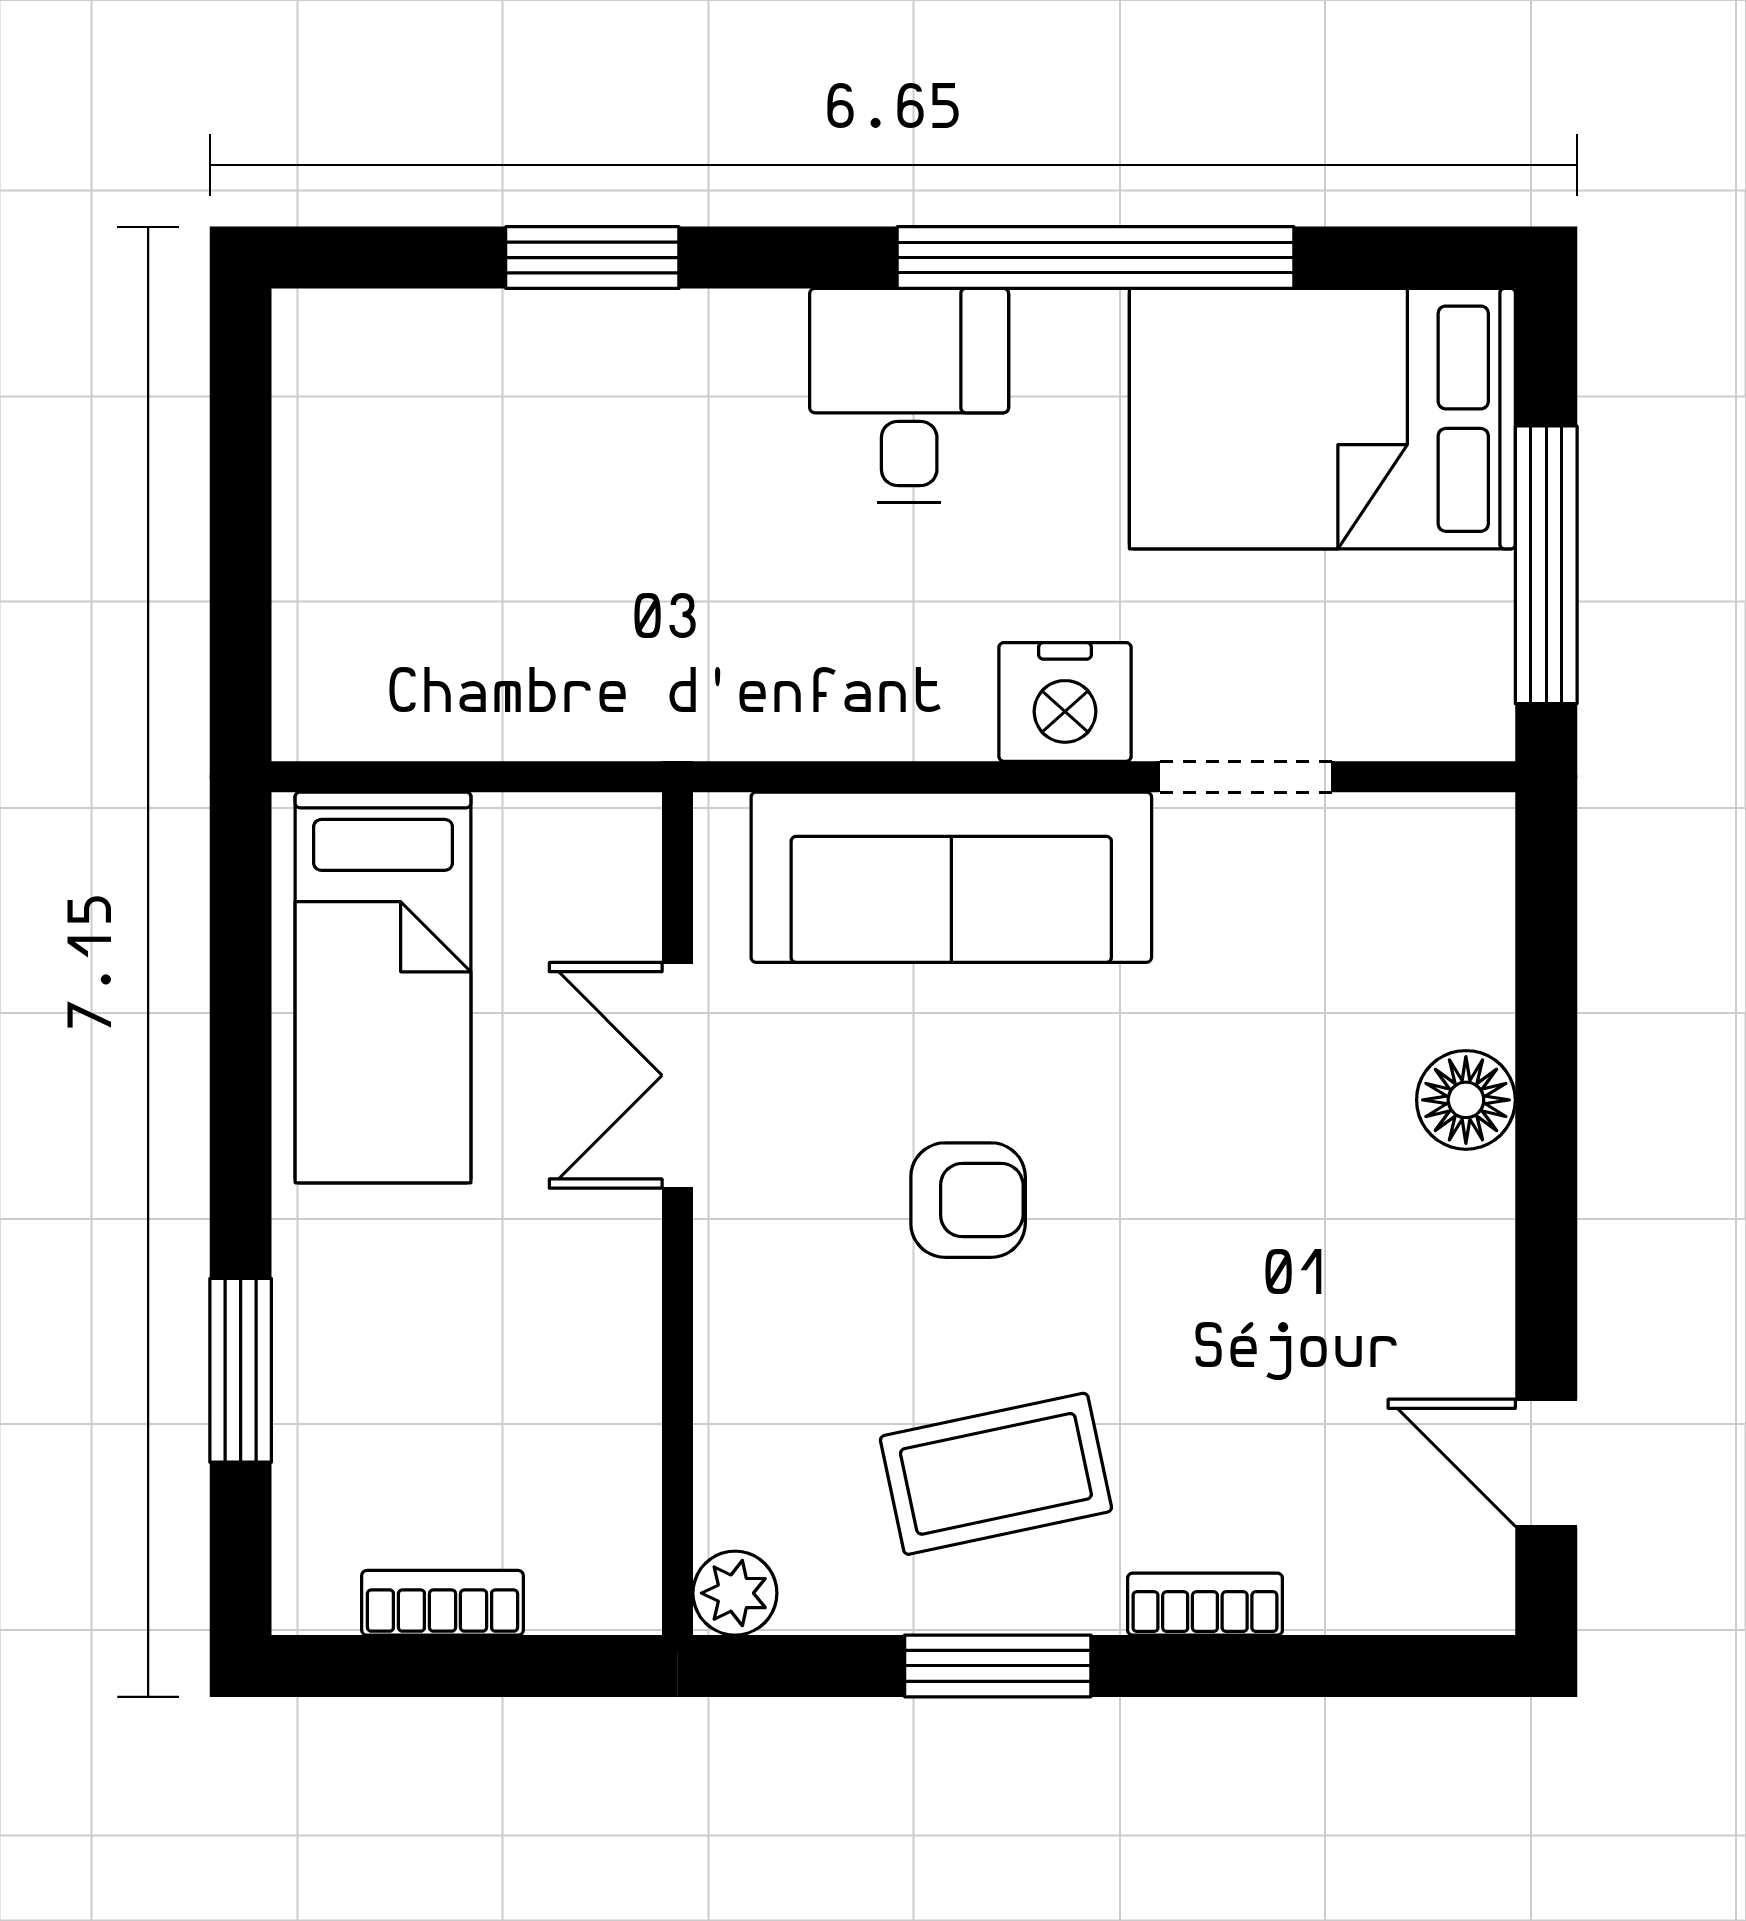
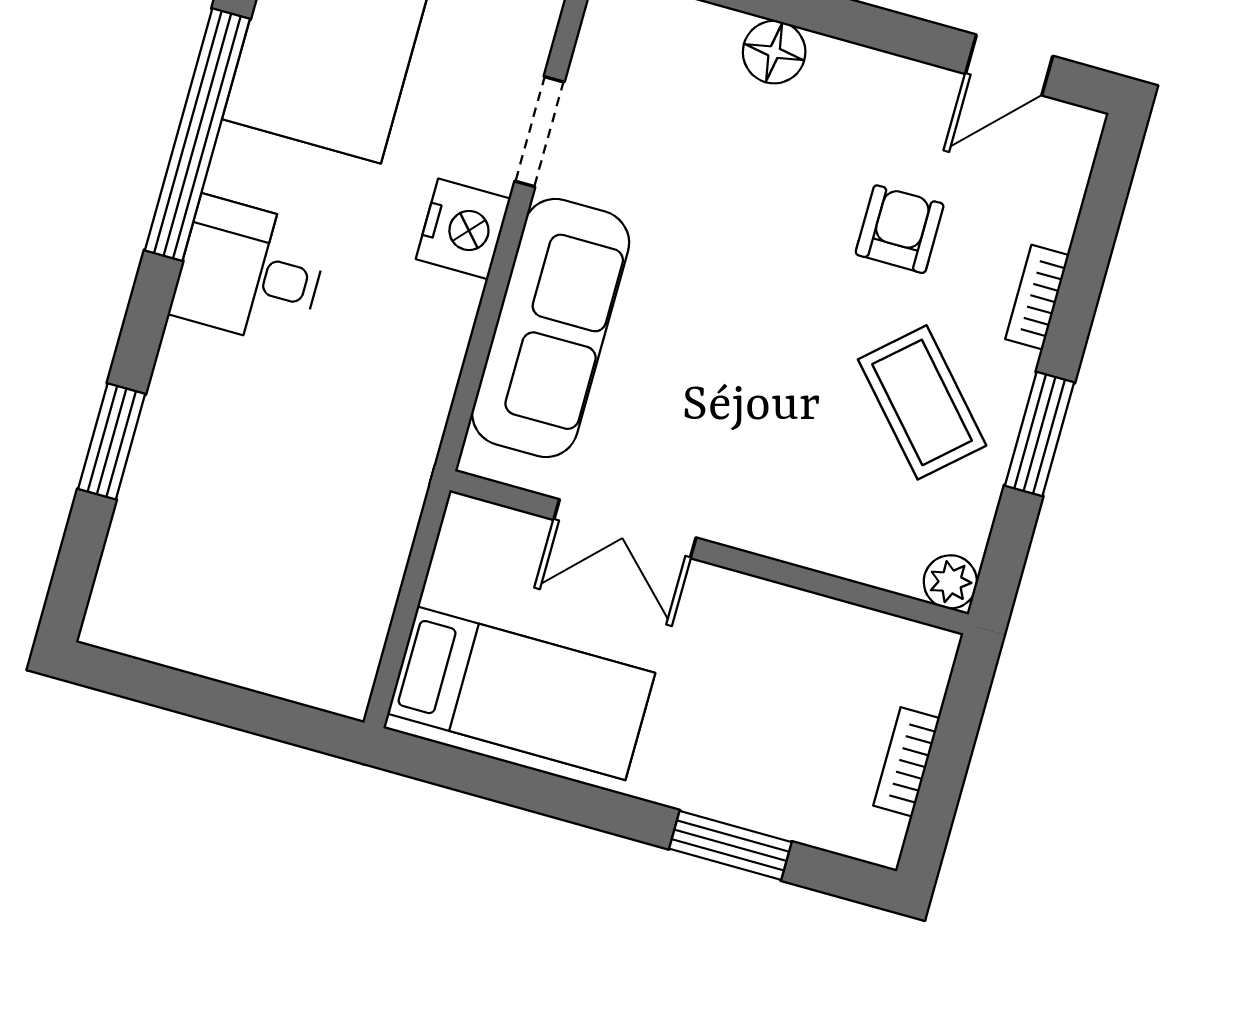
armchair: (968, 1200) -> (900, 229), moved
coffee table: (996, 1474) -> (922, 402), turned -30

